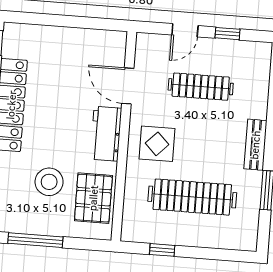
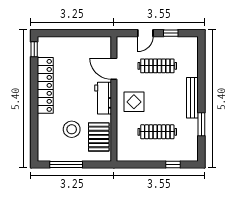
bench: (255, 145) -> (192, 98), width x1.36
clothes rail: (192, 197) -> (157, 132), width x0.73, depth x0.76
window: (162, 250) -> (173, 165), moved

